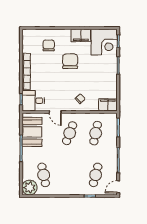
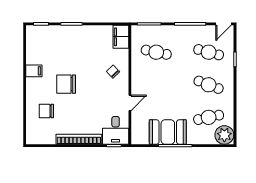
filing cabinet: (81, 35) -> (34, 71), width x0.50
corner desk: (104, 42) -> (42, 41), removed
booth: (32, 132) -> (168, 132), moved
cafe table: (70, 133) -> (209, 85), moved
door: (118, 187) -> (223, 24), hinge flipped

